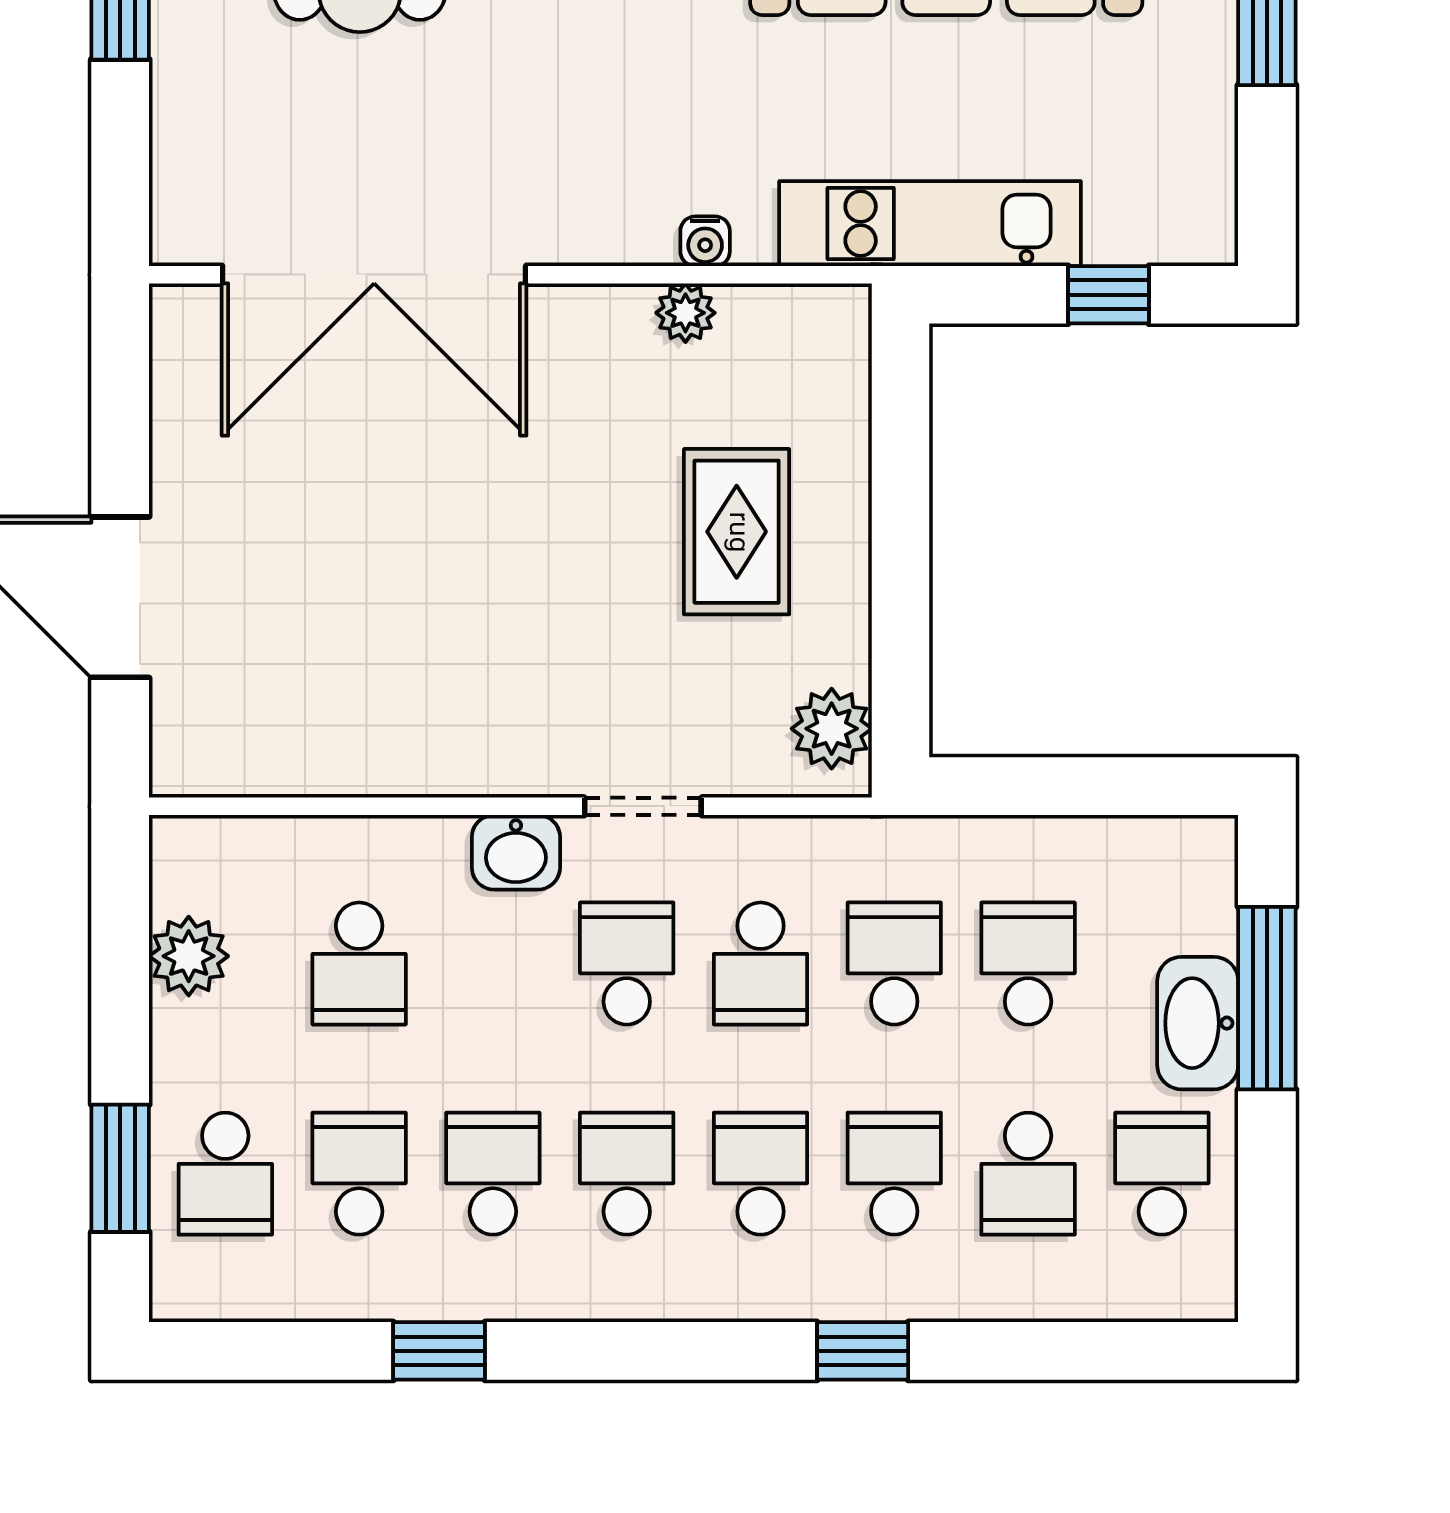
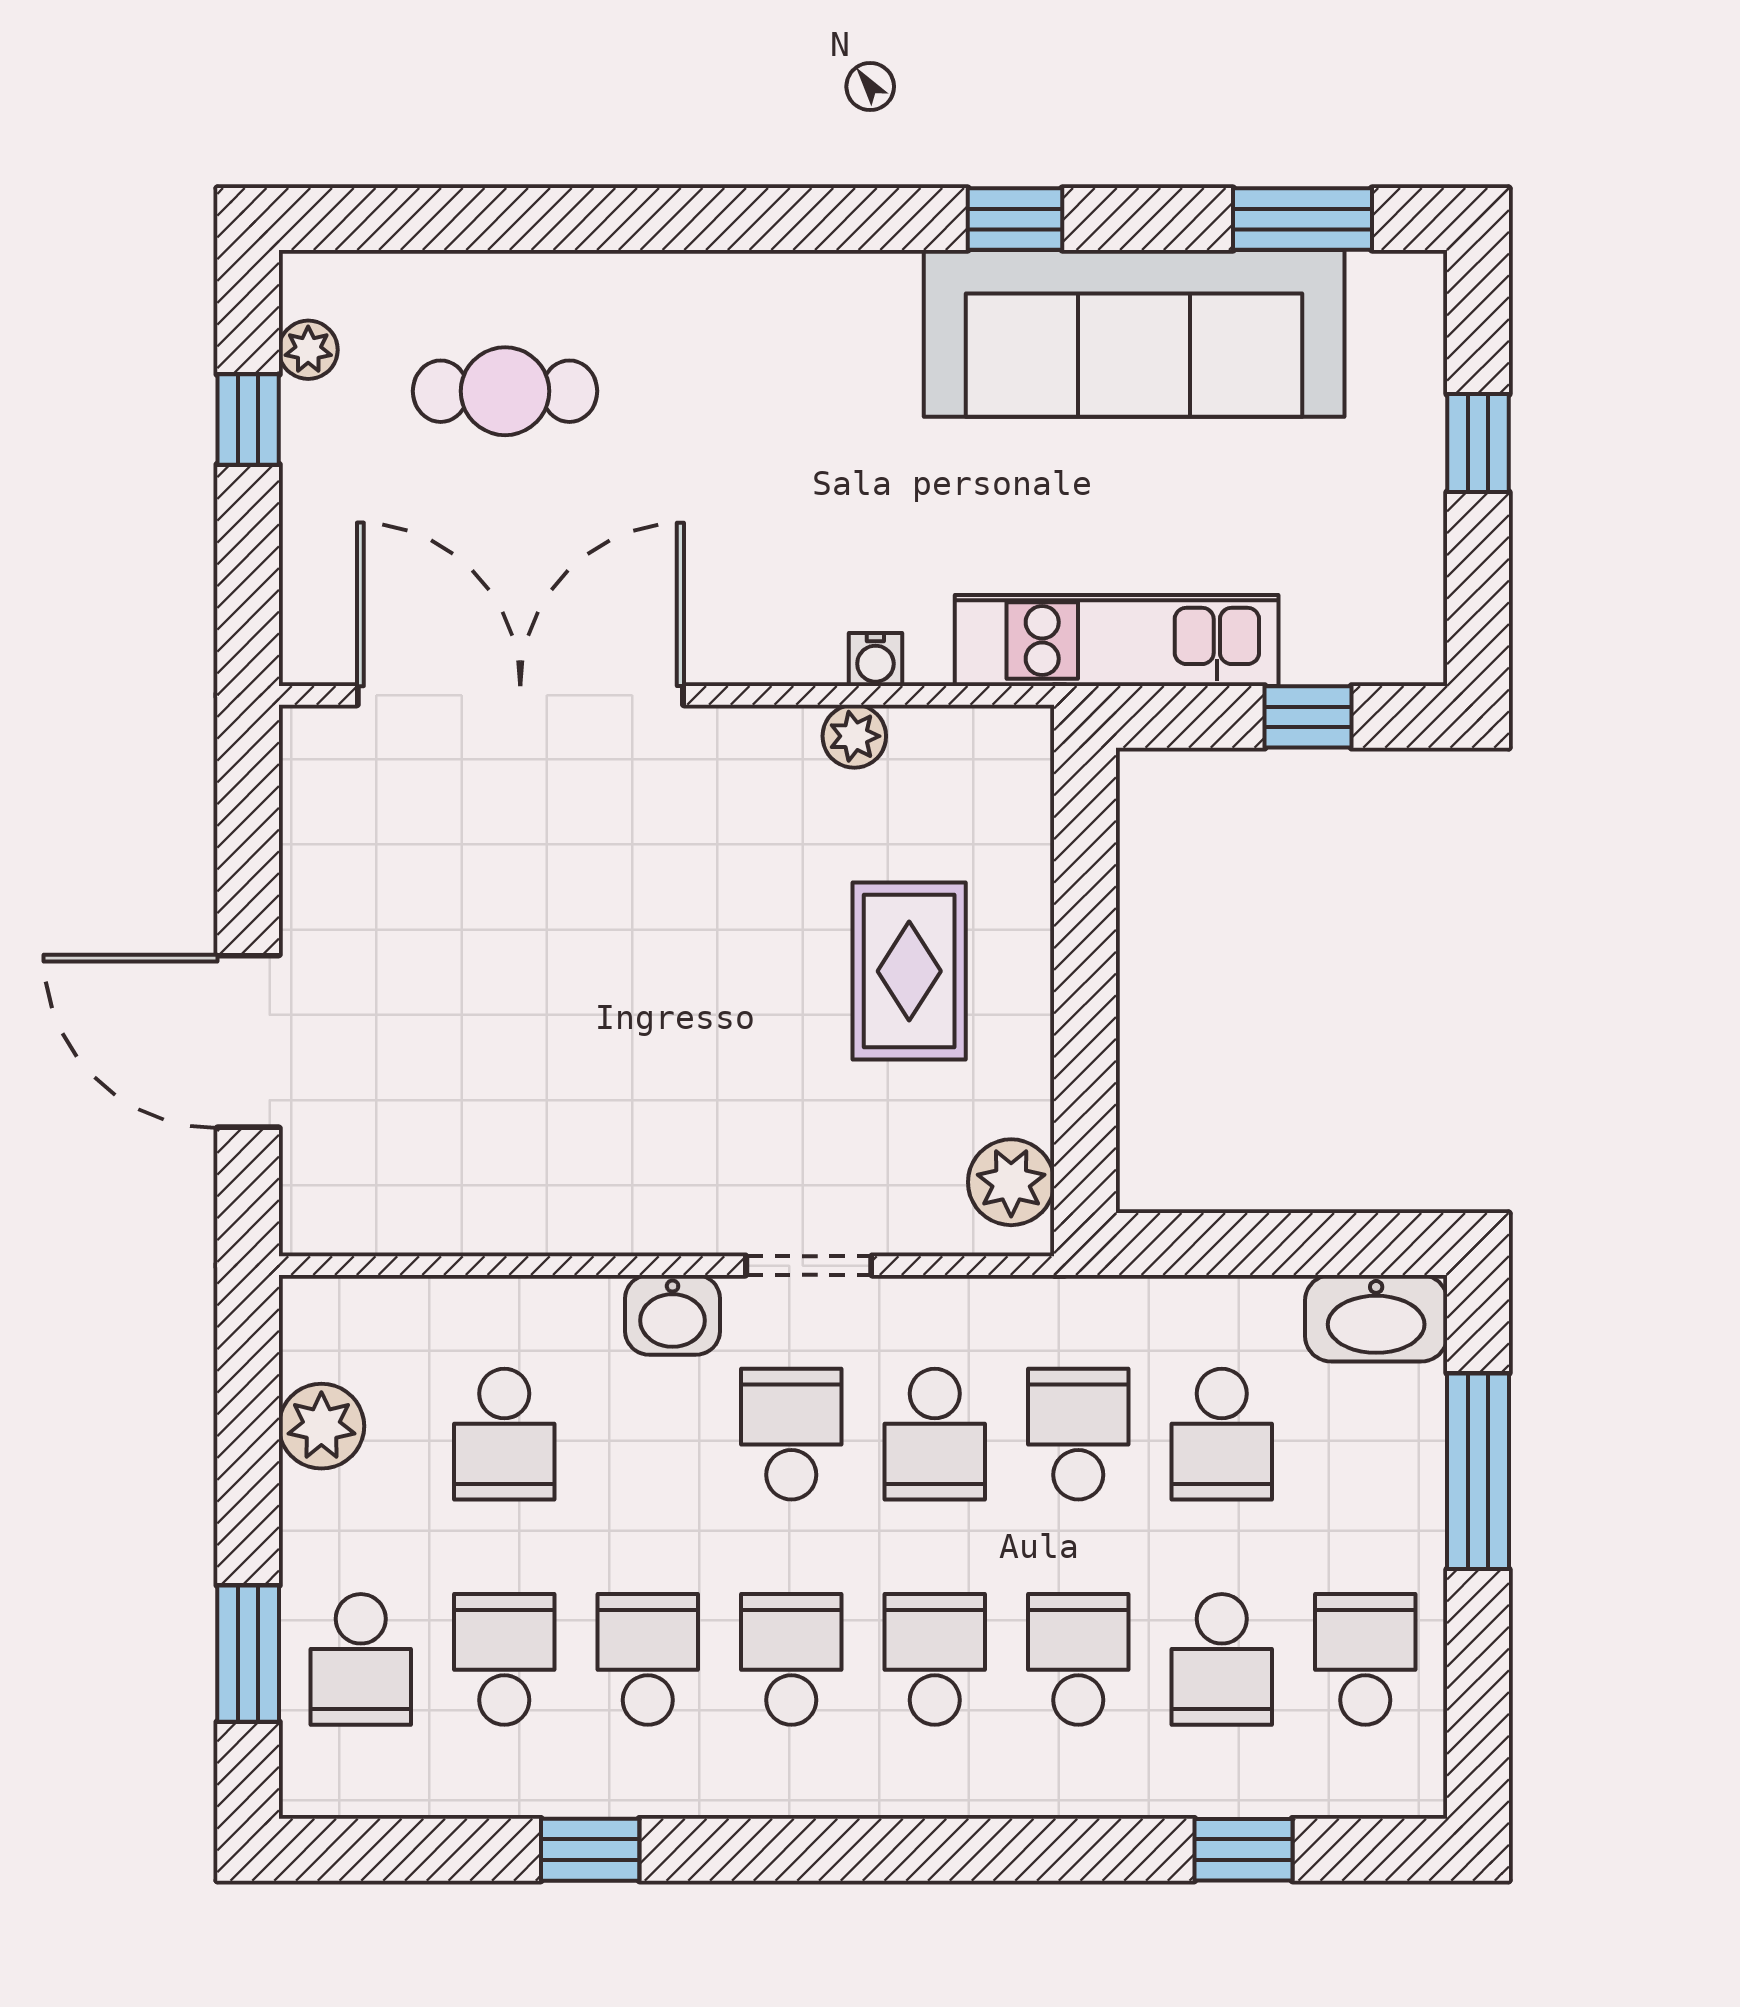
double door: (374, 275) -> (520, 695), swing flipped
school desk: (1028, 964) -> (1222, 1434), turned 180
washbasin: (1198, 1023) -> (1376, 1318), moved, turned -90
window: (863, 1351) -> (1243, 1850), moved

